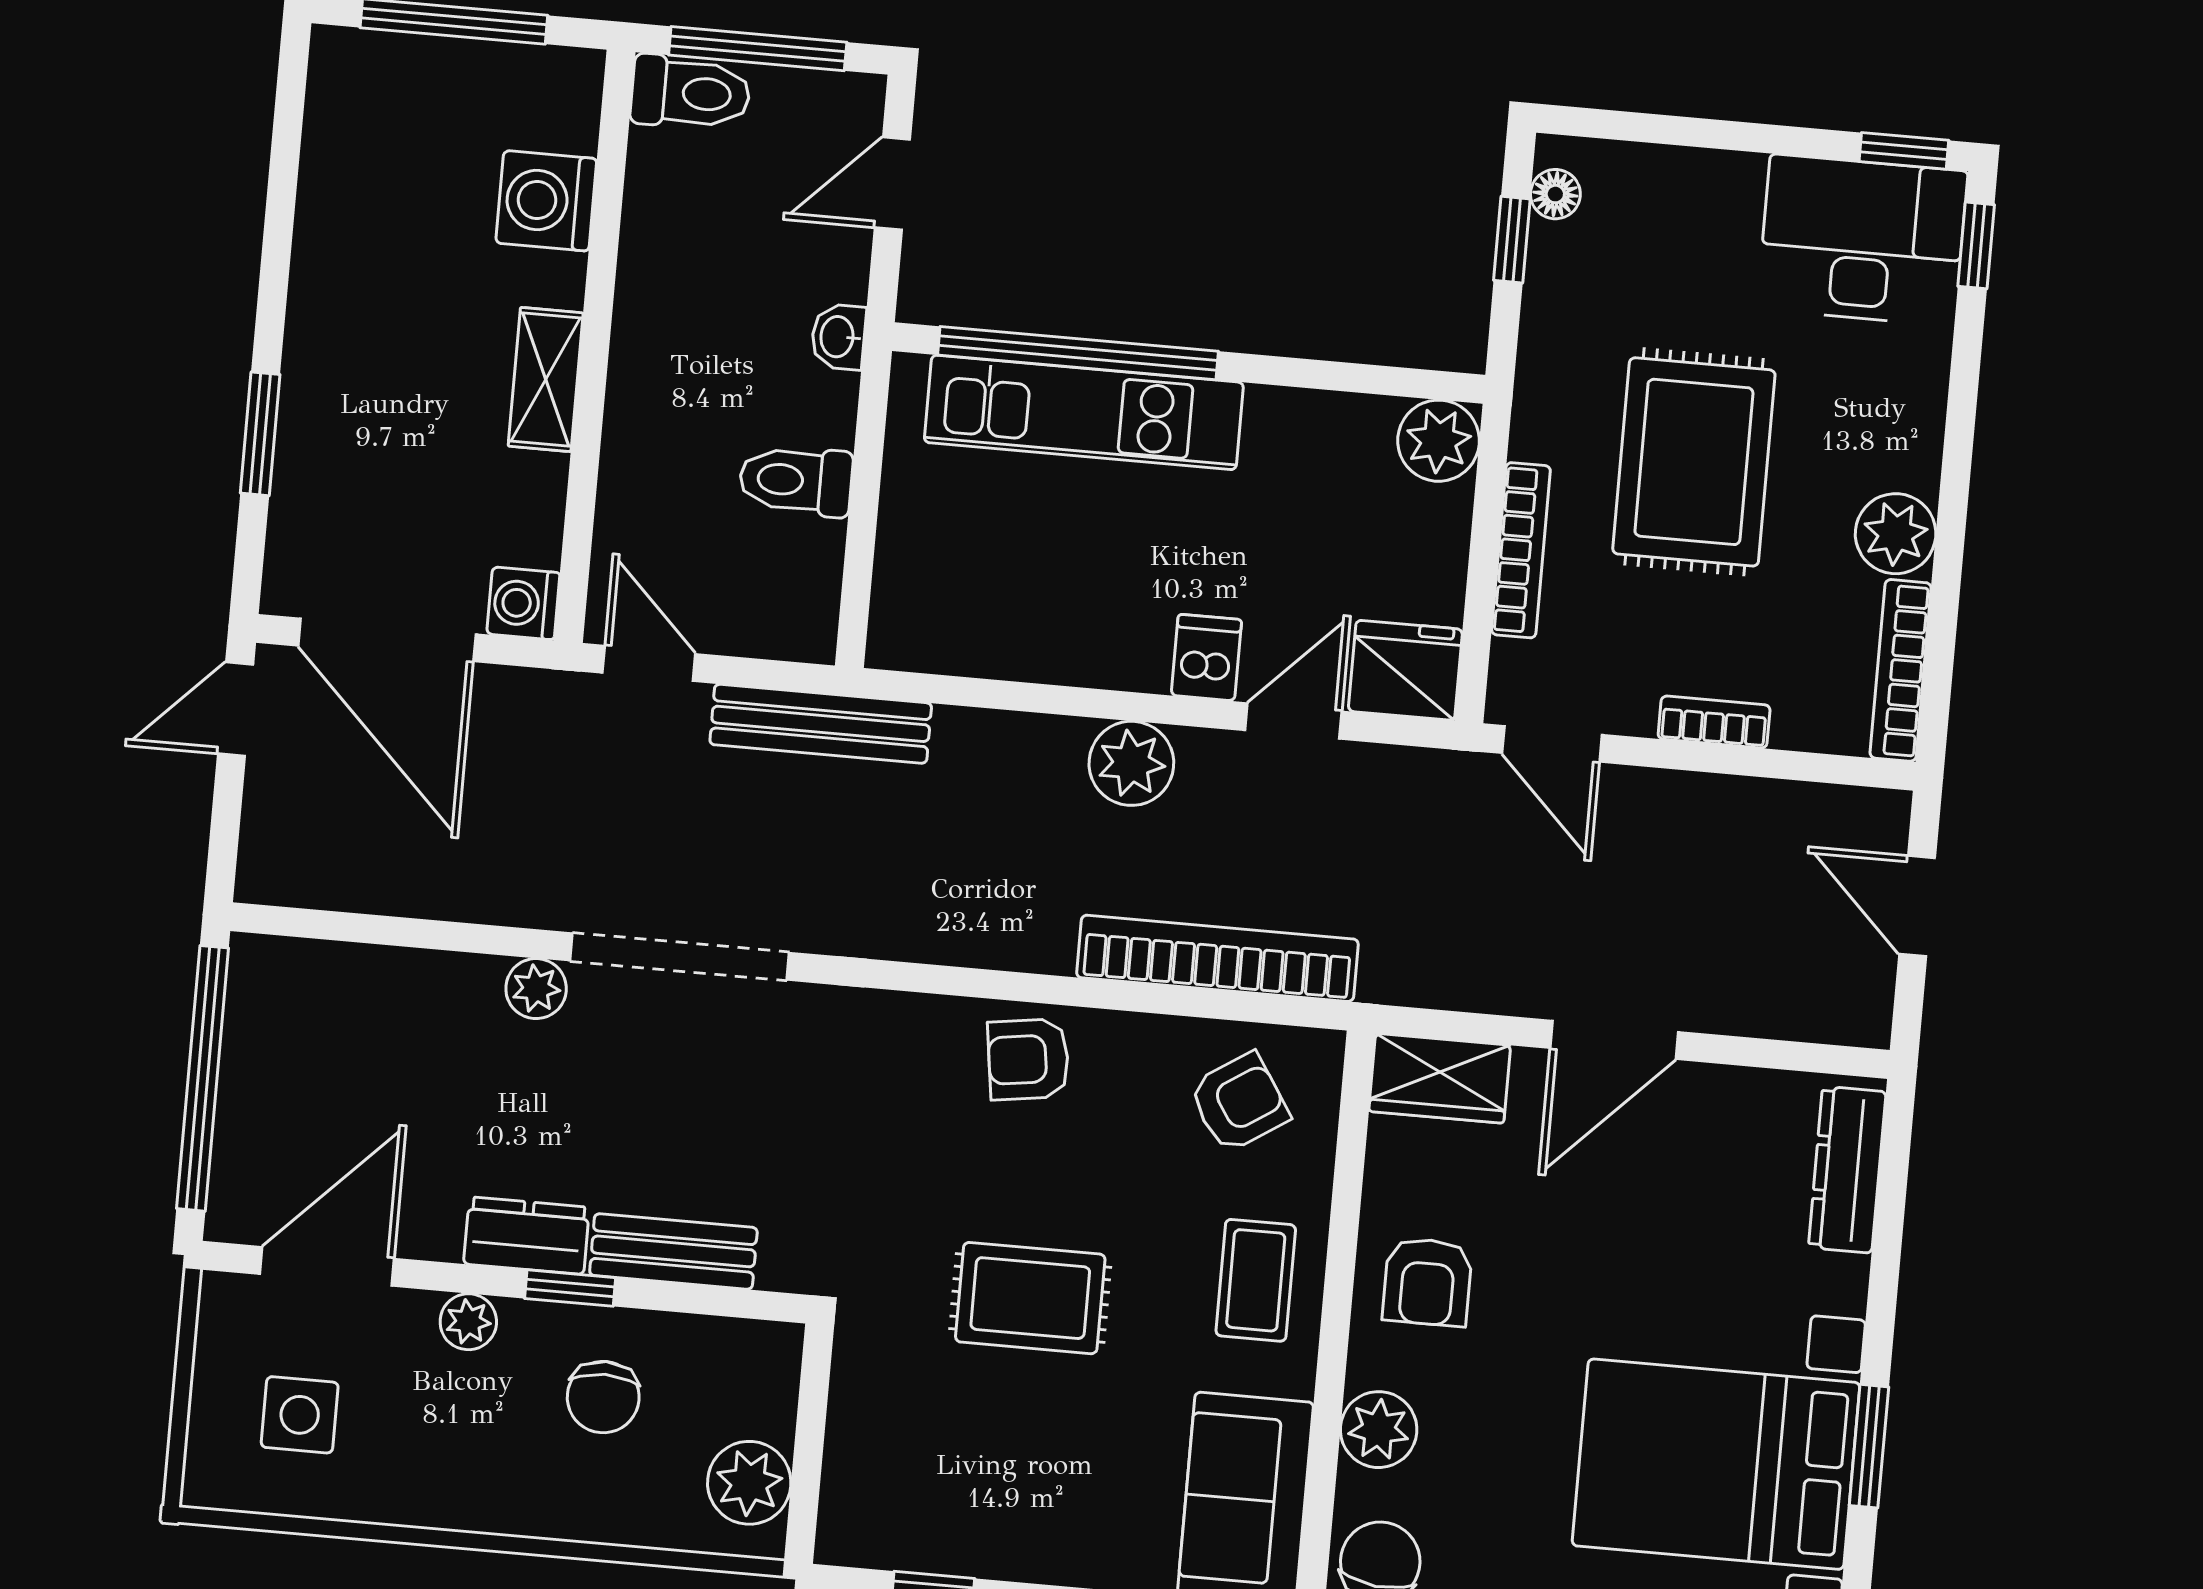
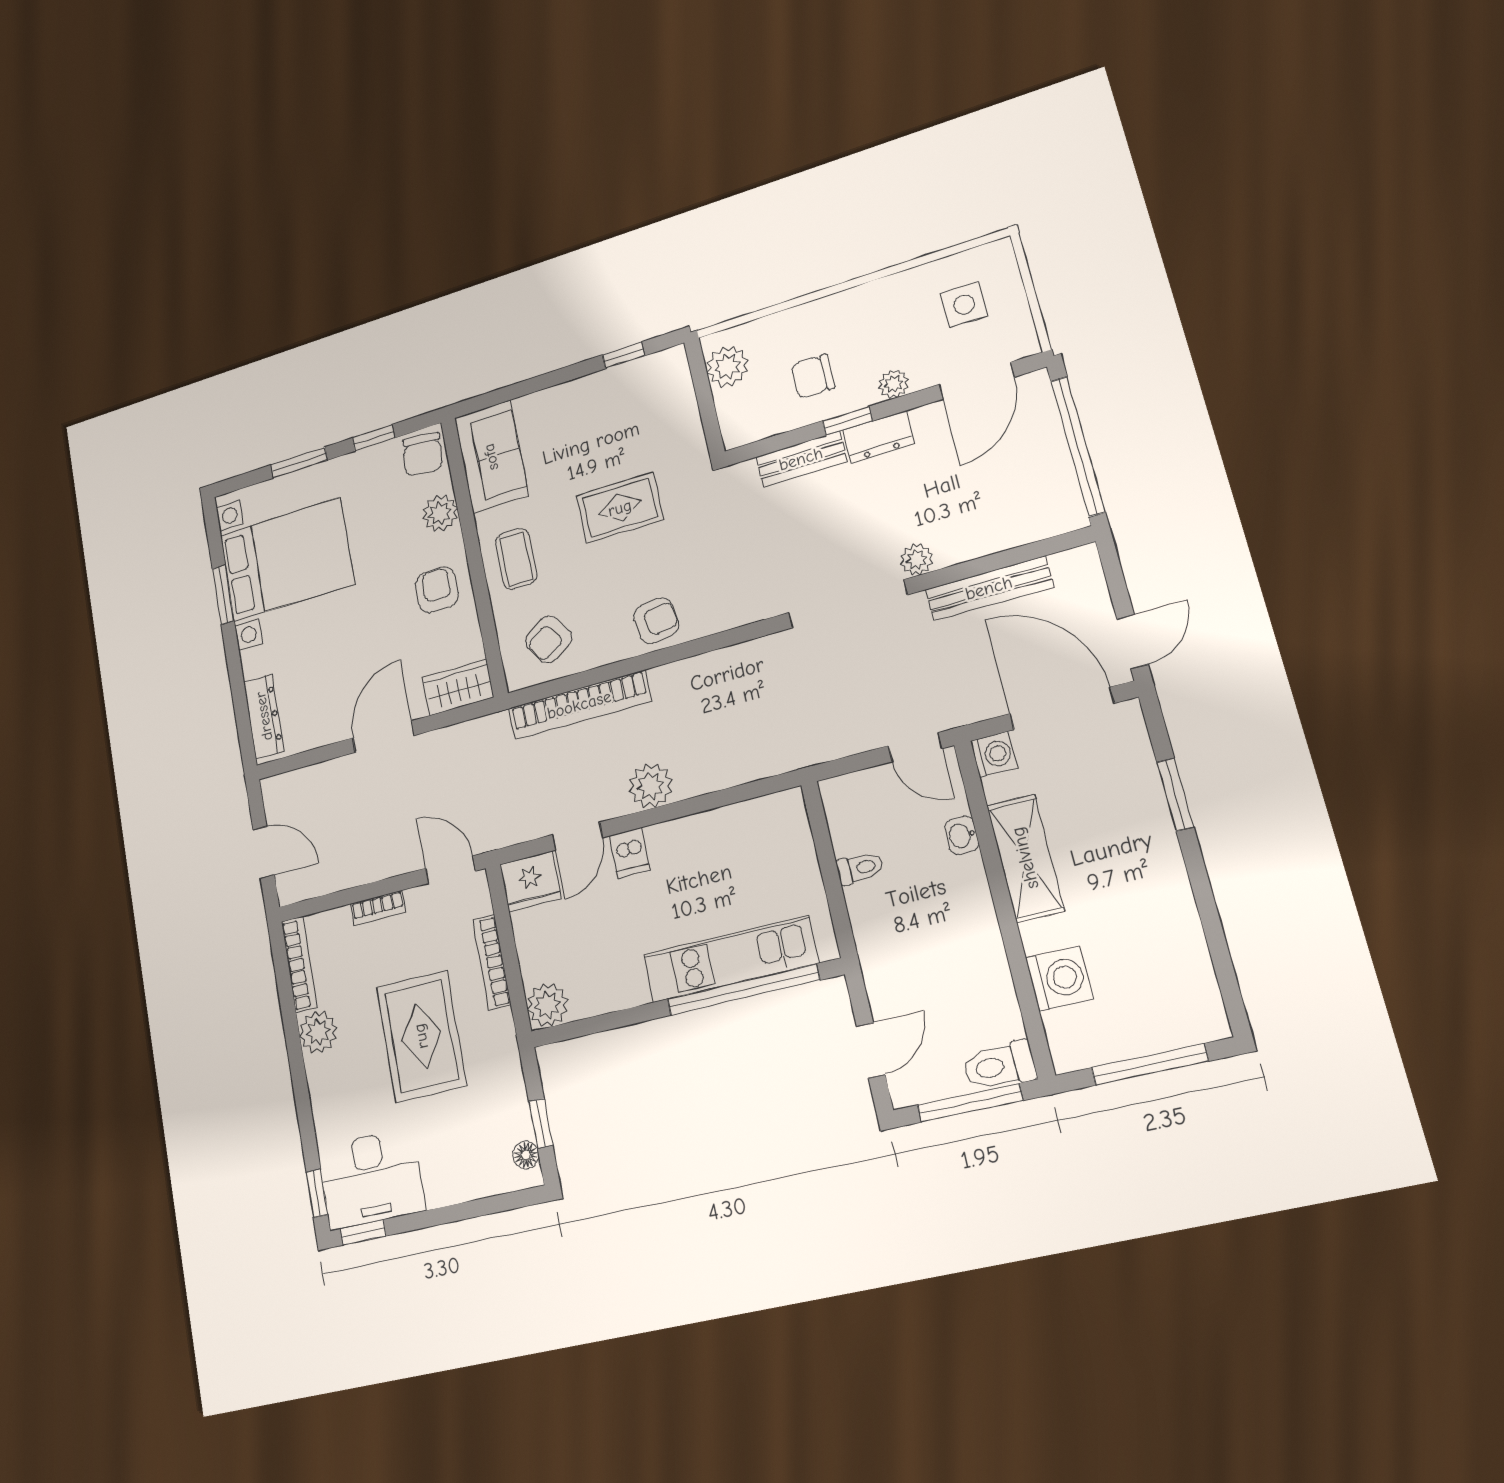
washbasin: (838, 337) -> (962, 835), moved, turned 180
shelving: (546, 380) -> (1025, 858), width x1.50, depth x1.33
toilet: (796, 481) -> (860, 868), width x0.73, depth x0.72
bench: (821, 724) -> (989, 588), moved
chair: (603, 1397) -> (813, 376), turned -90

